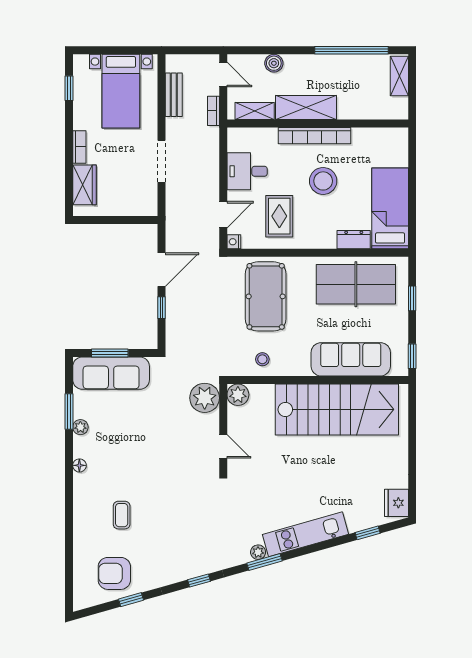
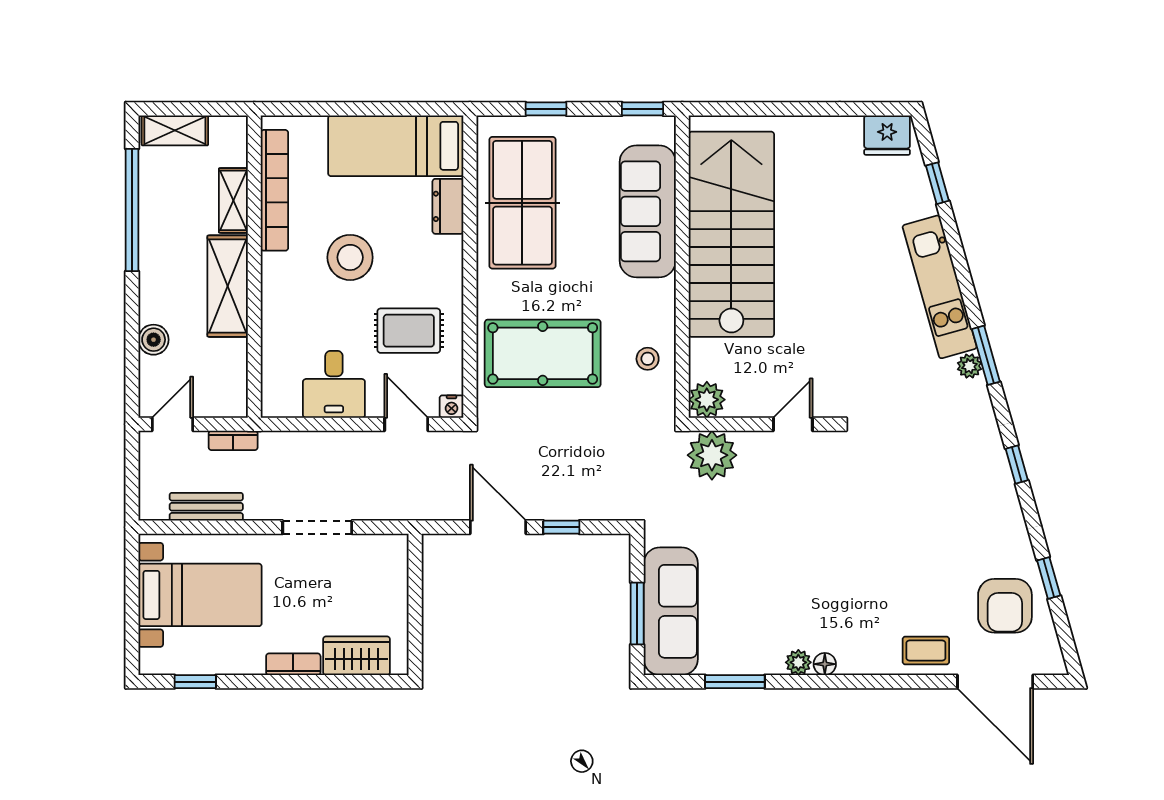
shelving: (255, 111) -> (233, 200), moved
bookcase: (315, 136) -> (274, 190), moved
plant: (80, 427) -> (798, 662), moved
coffee table: (122, 515) -> (926, 650), moved
door: (69, 567) -> (995, 682), added

